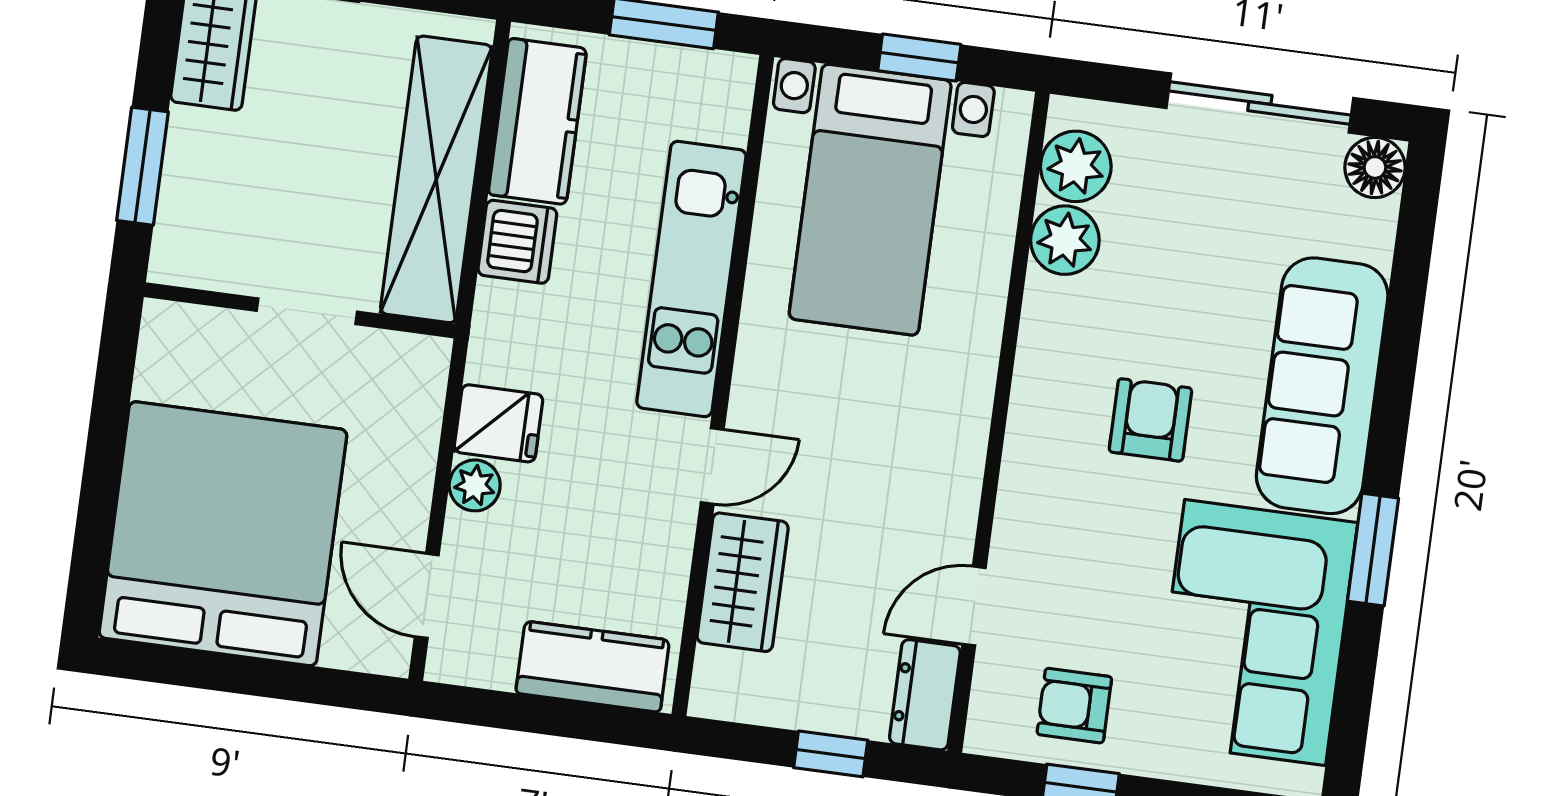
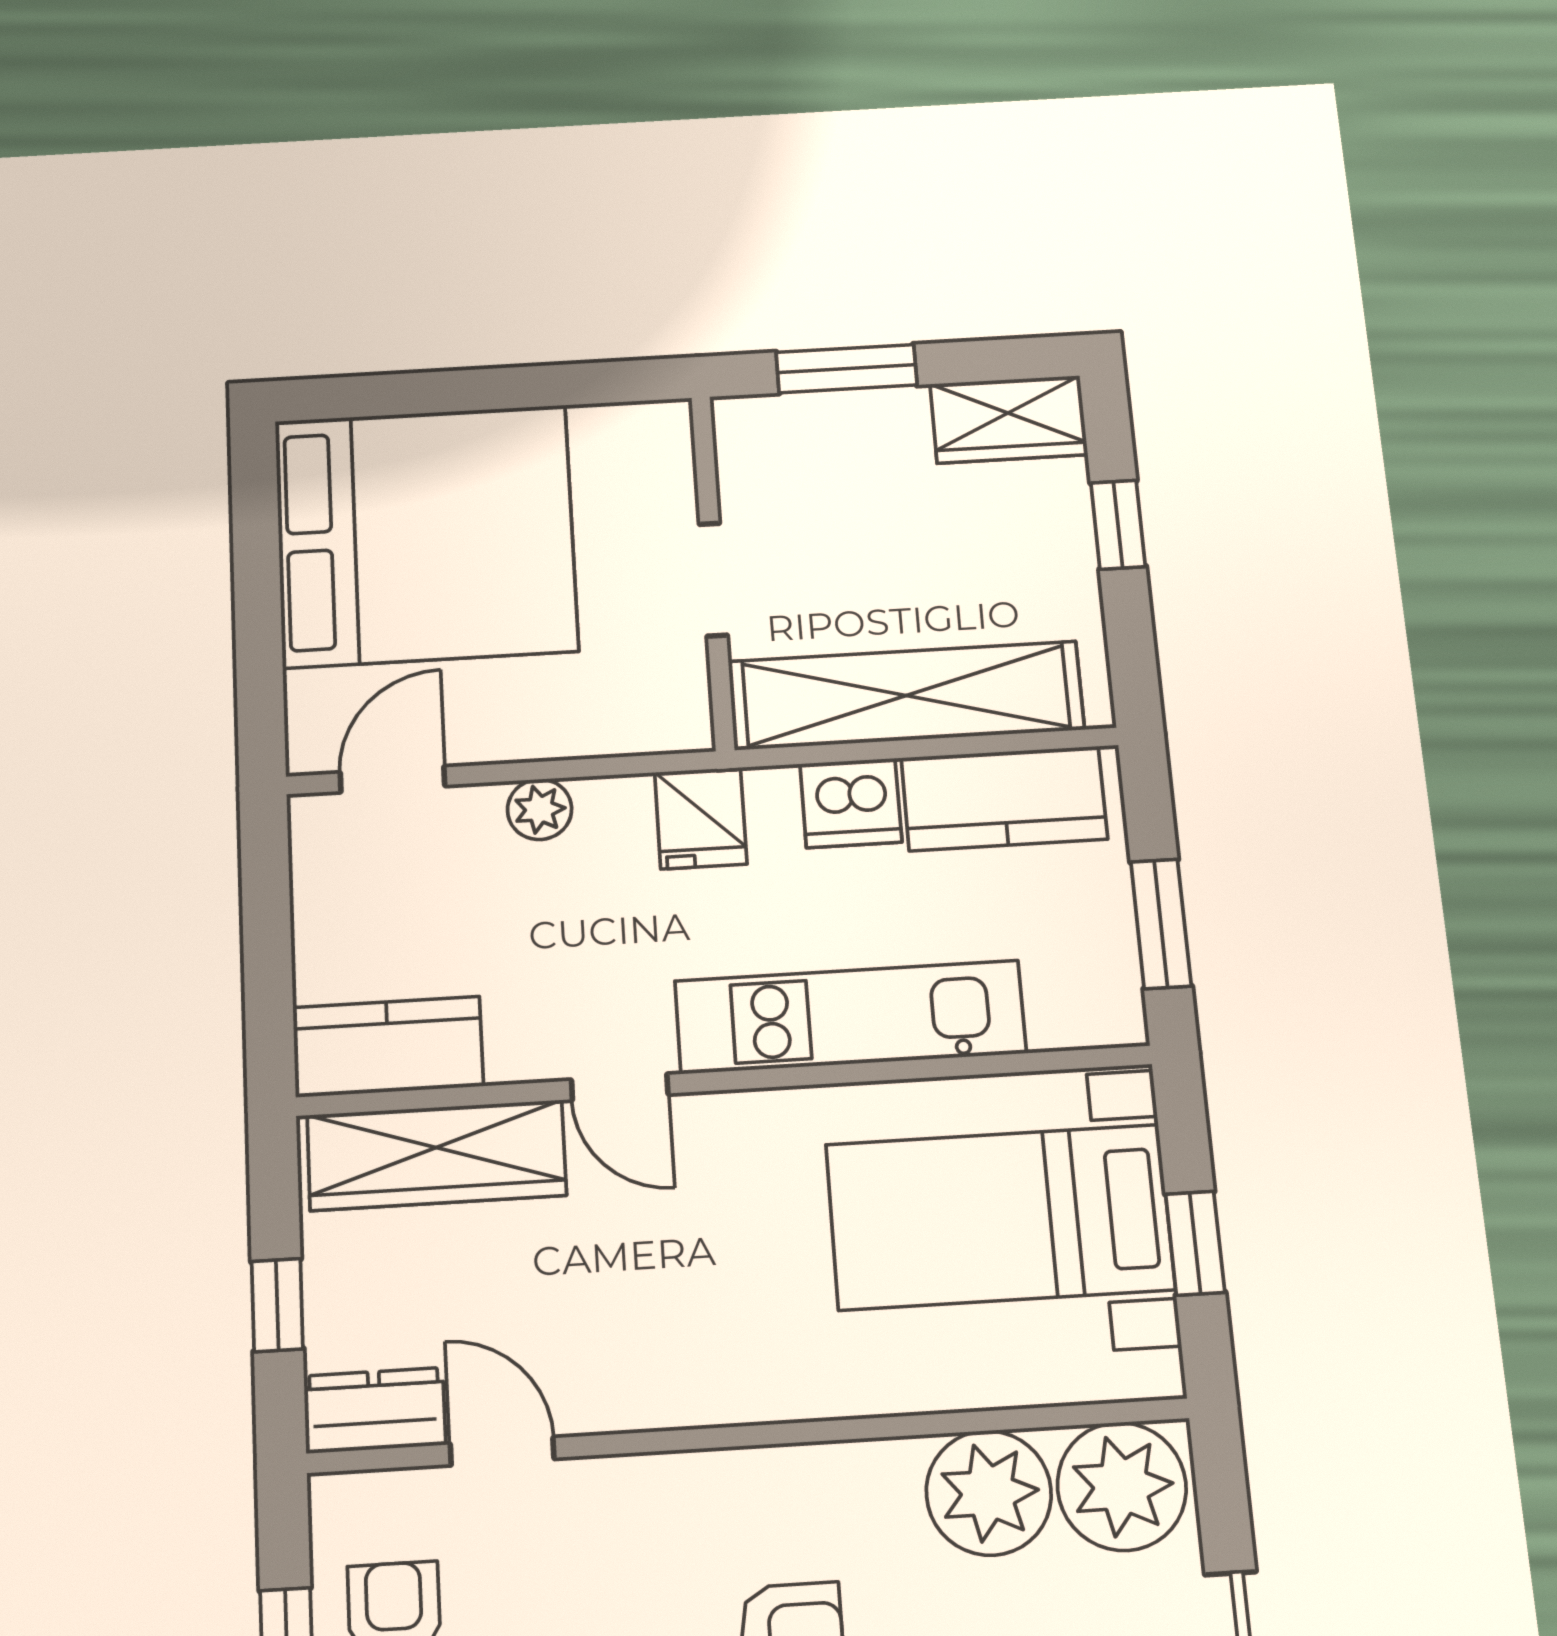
plant: (1076, 166) -> (1122, 1486), width x1.36, depth x1.36
plant: (1065, 240) -> (989, 1493), width x1.36, depth x1.36
fridge: (499, 423) -> (701, 818), moved
wardrobe: (743, 582) -> (436, 1155), width x1.50
kitchen counter: (593, 667) -> (388, 1047), moved, turned -90

